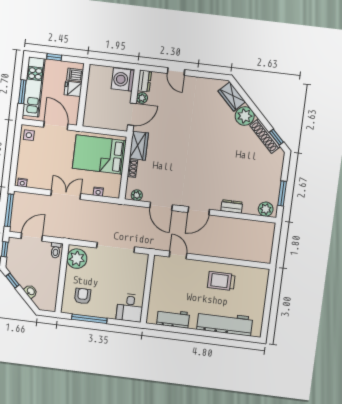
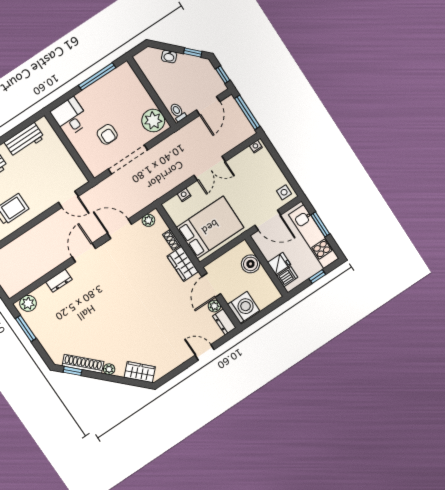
boiler: (93, 106) -> (251, 264), added
plant: (245, 116) -> (109, 369), width x0.53, depth x0.53
armchair: (83, 296) -> (107, 134), moved

